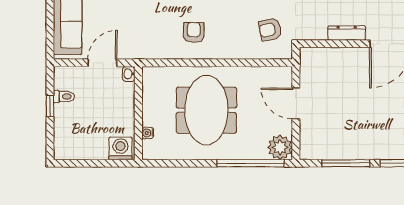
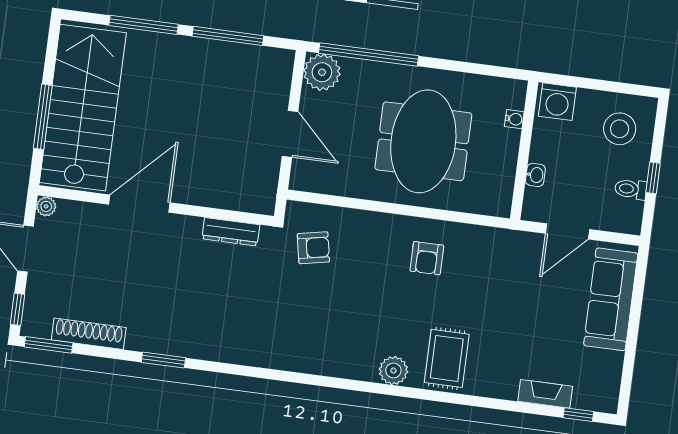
dresser: (347, 33) -> (231, 232), moved
washbasin: (129, 74) -> (535, 175), moved
stool: (77, 136) -> (620, 129), added

